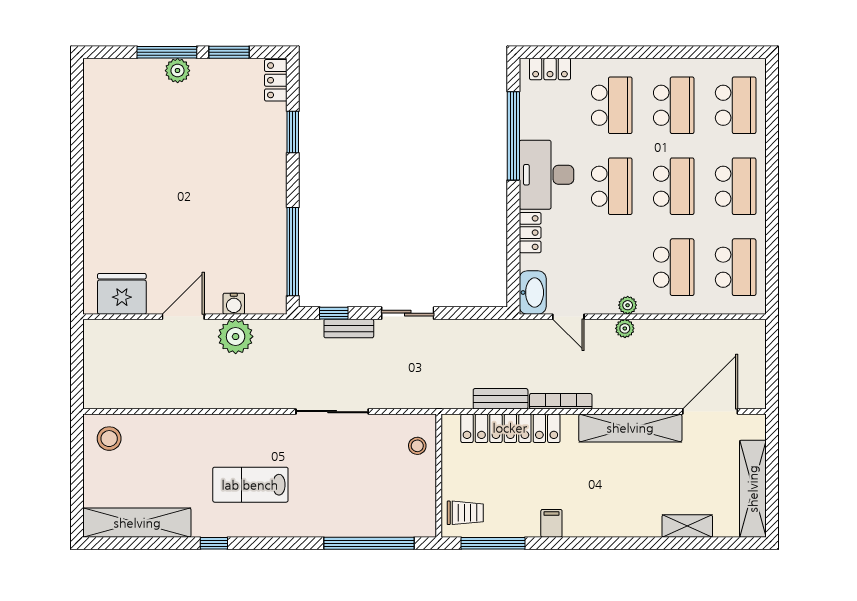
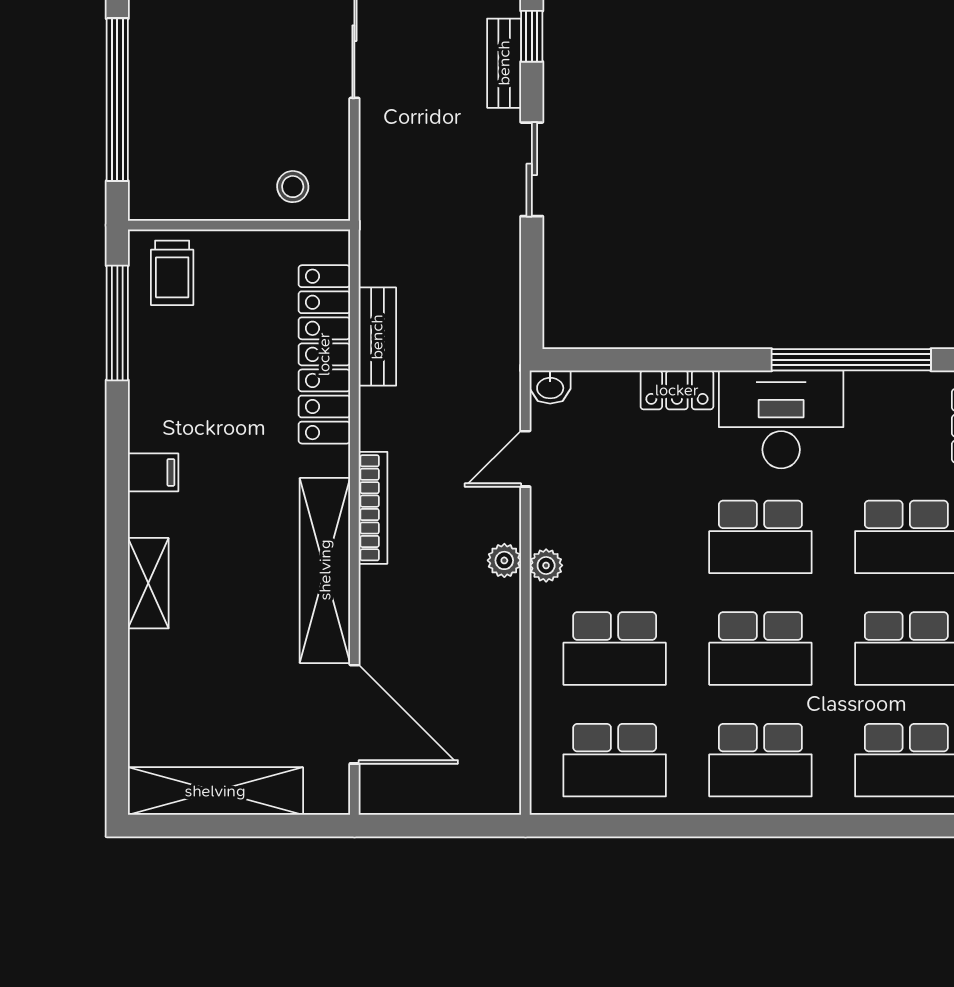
washbasin: (533, 293) -> (550, 387), width x0.52, depth x0.69
bookcase: (561, 401) -> (373, 508), moved
filing cabinet: (551, 523) -> (153, 472), moved
shelving: (687, 526) -> (148, 583), moved

